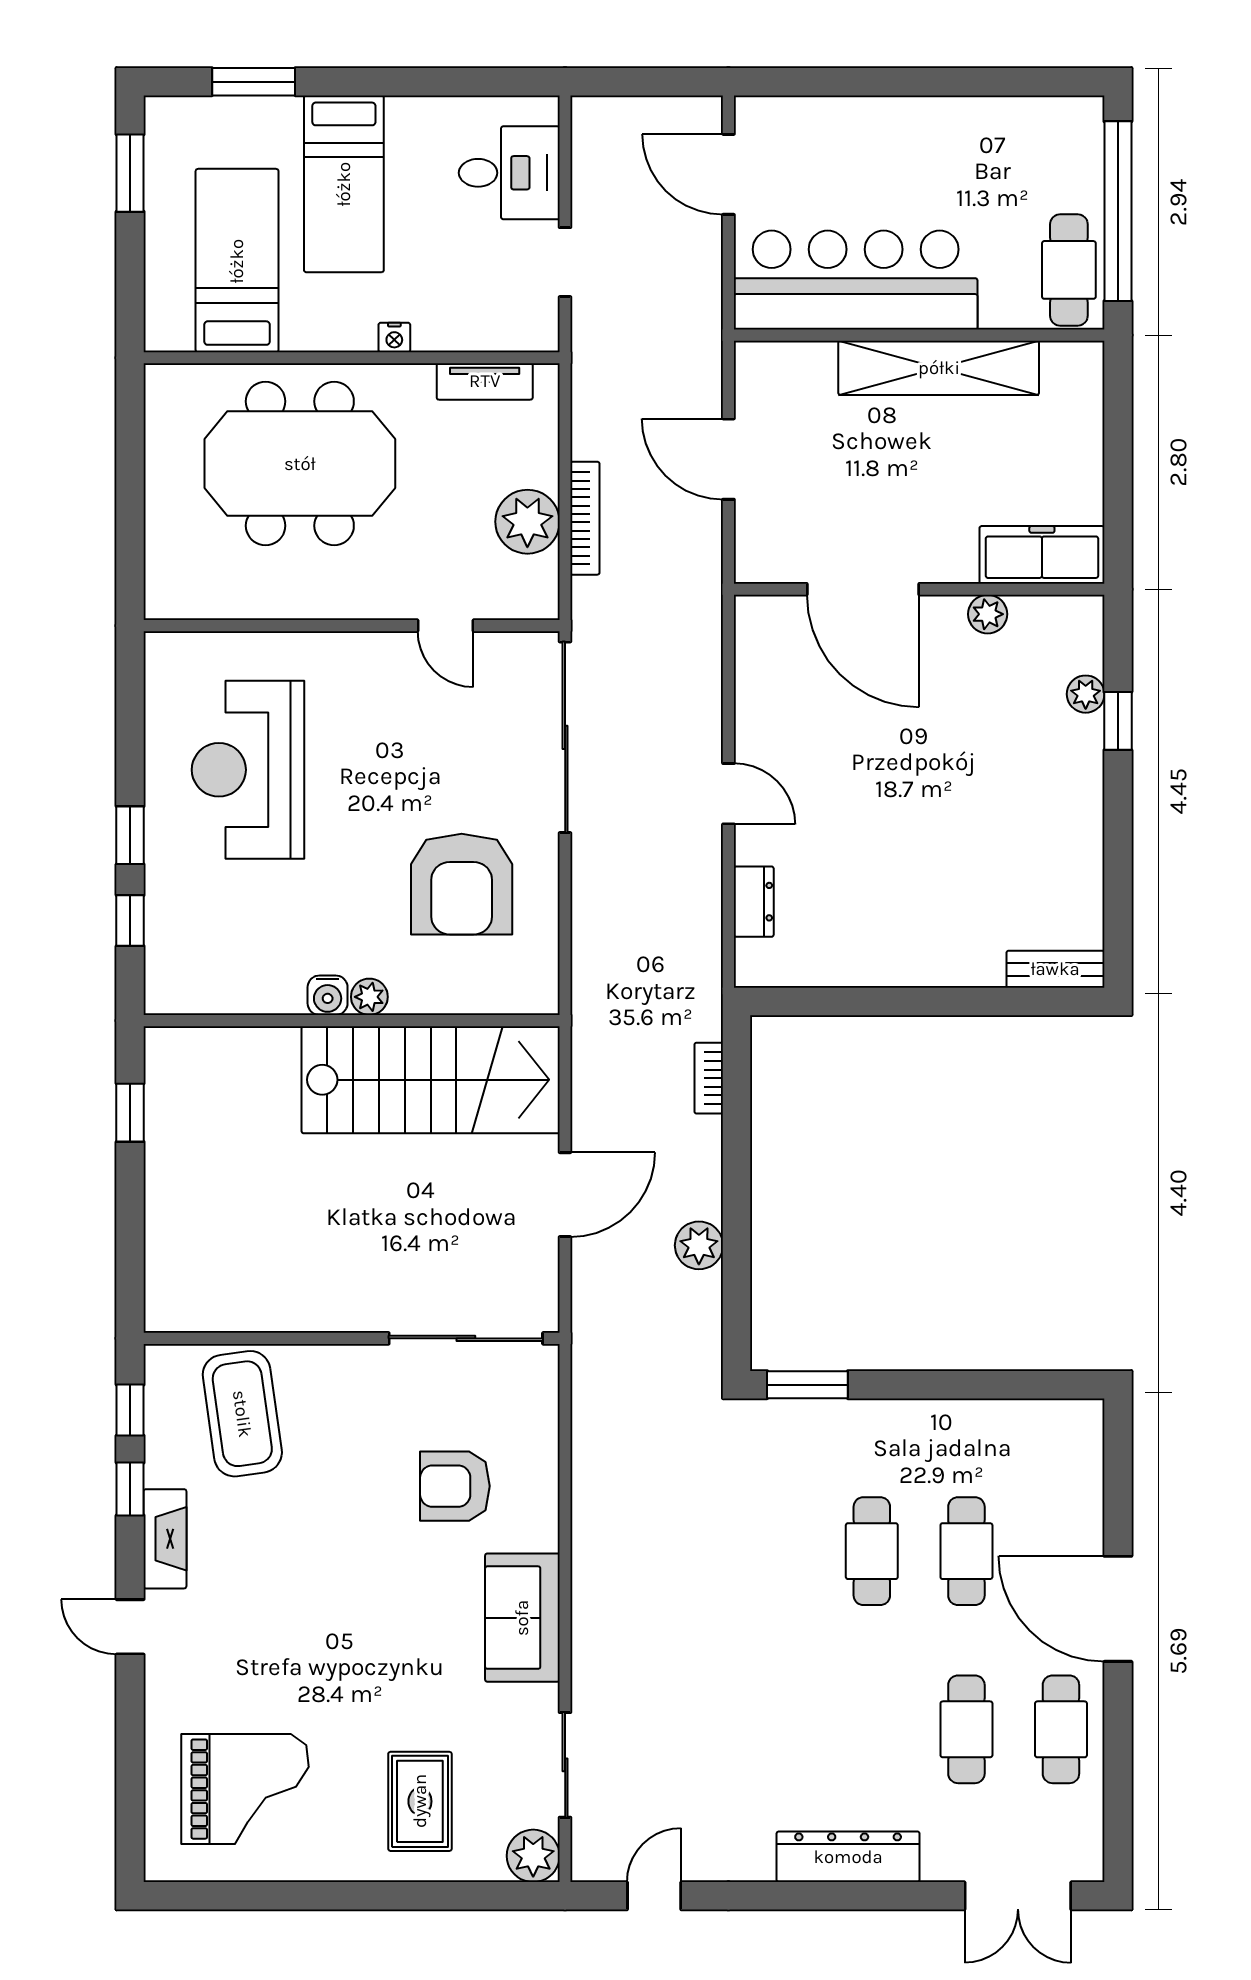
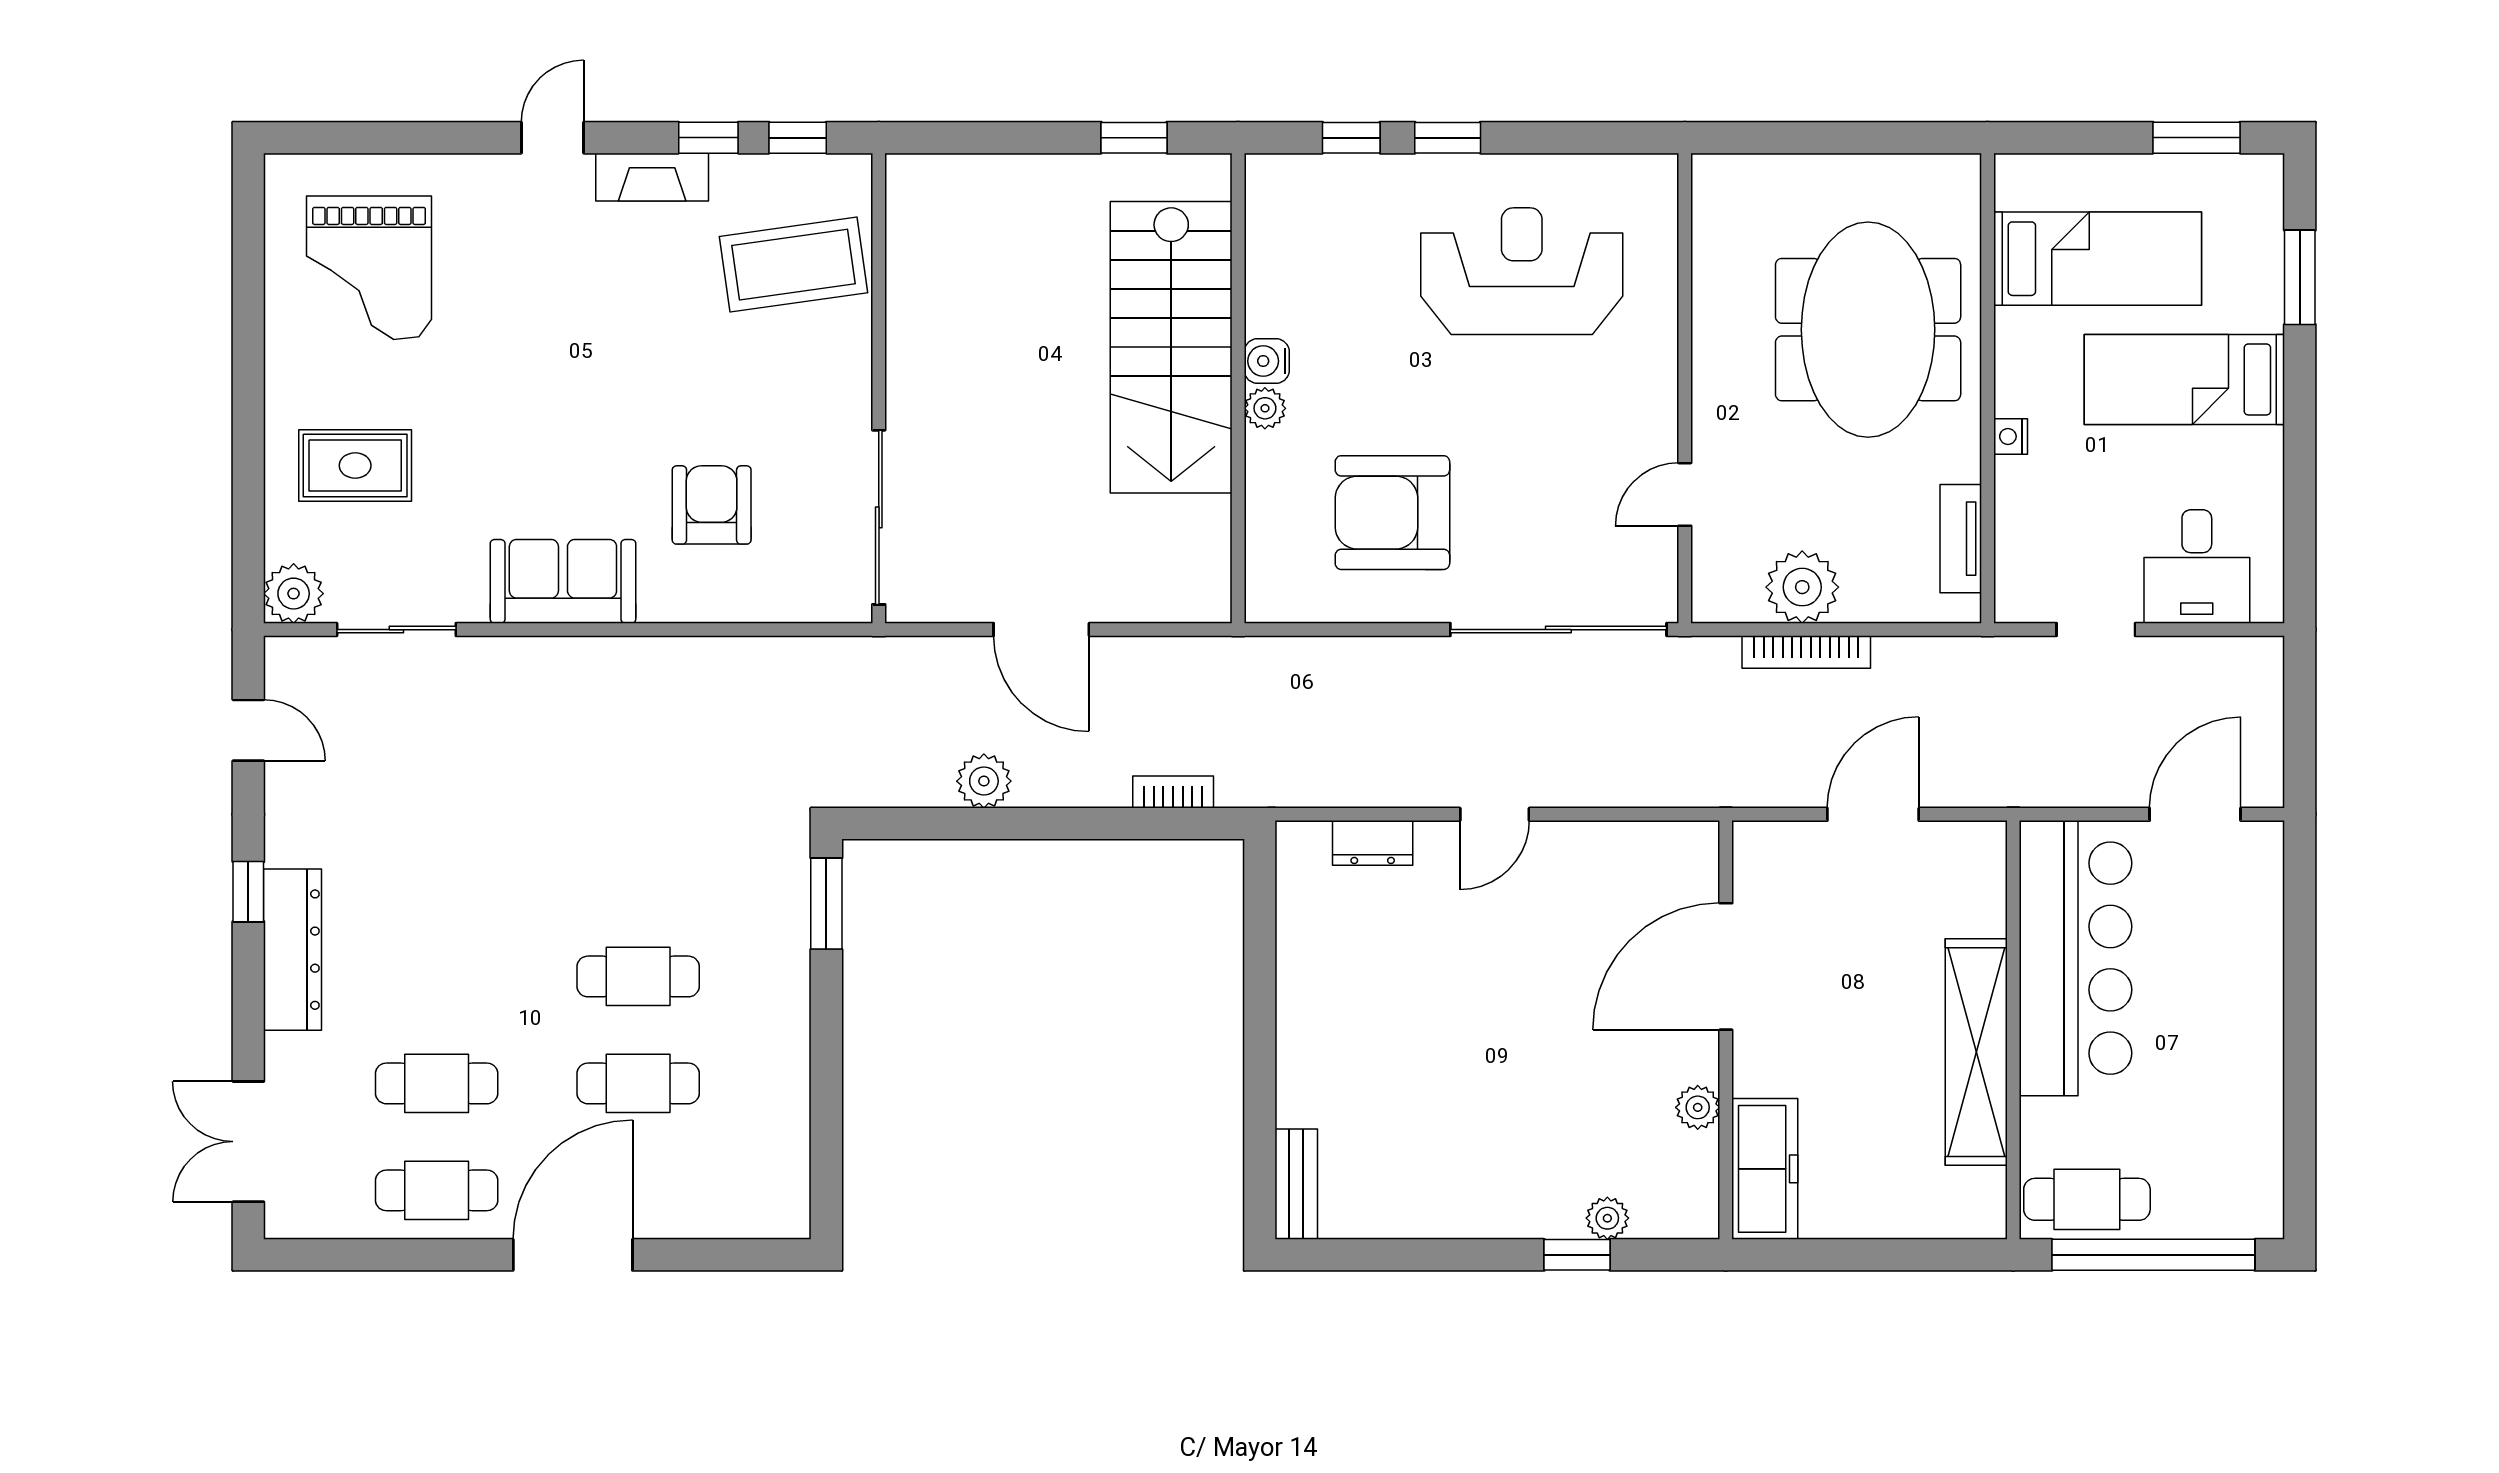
stairs: (431, 1080) -> (1171, 347), moved
window: (797, 1896) -> (248, 892), added

